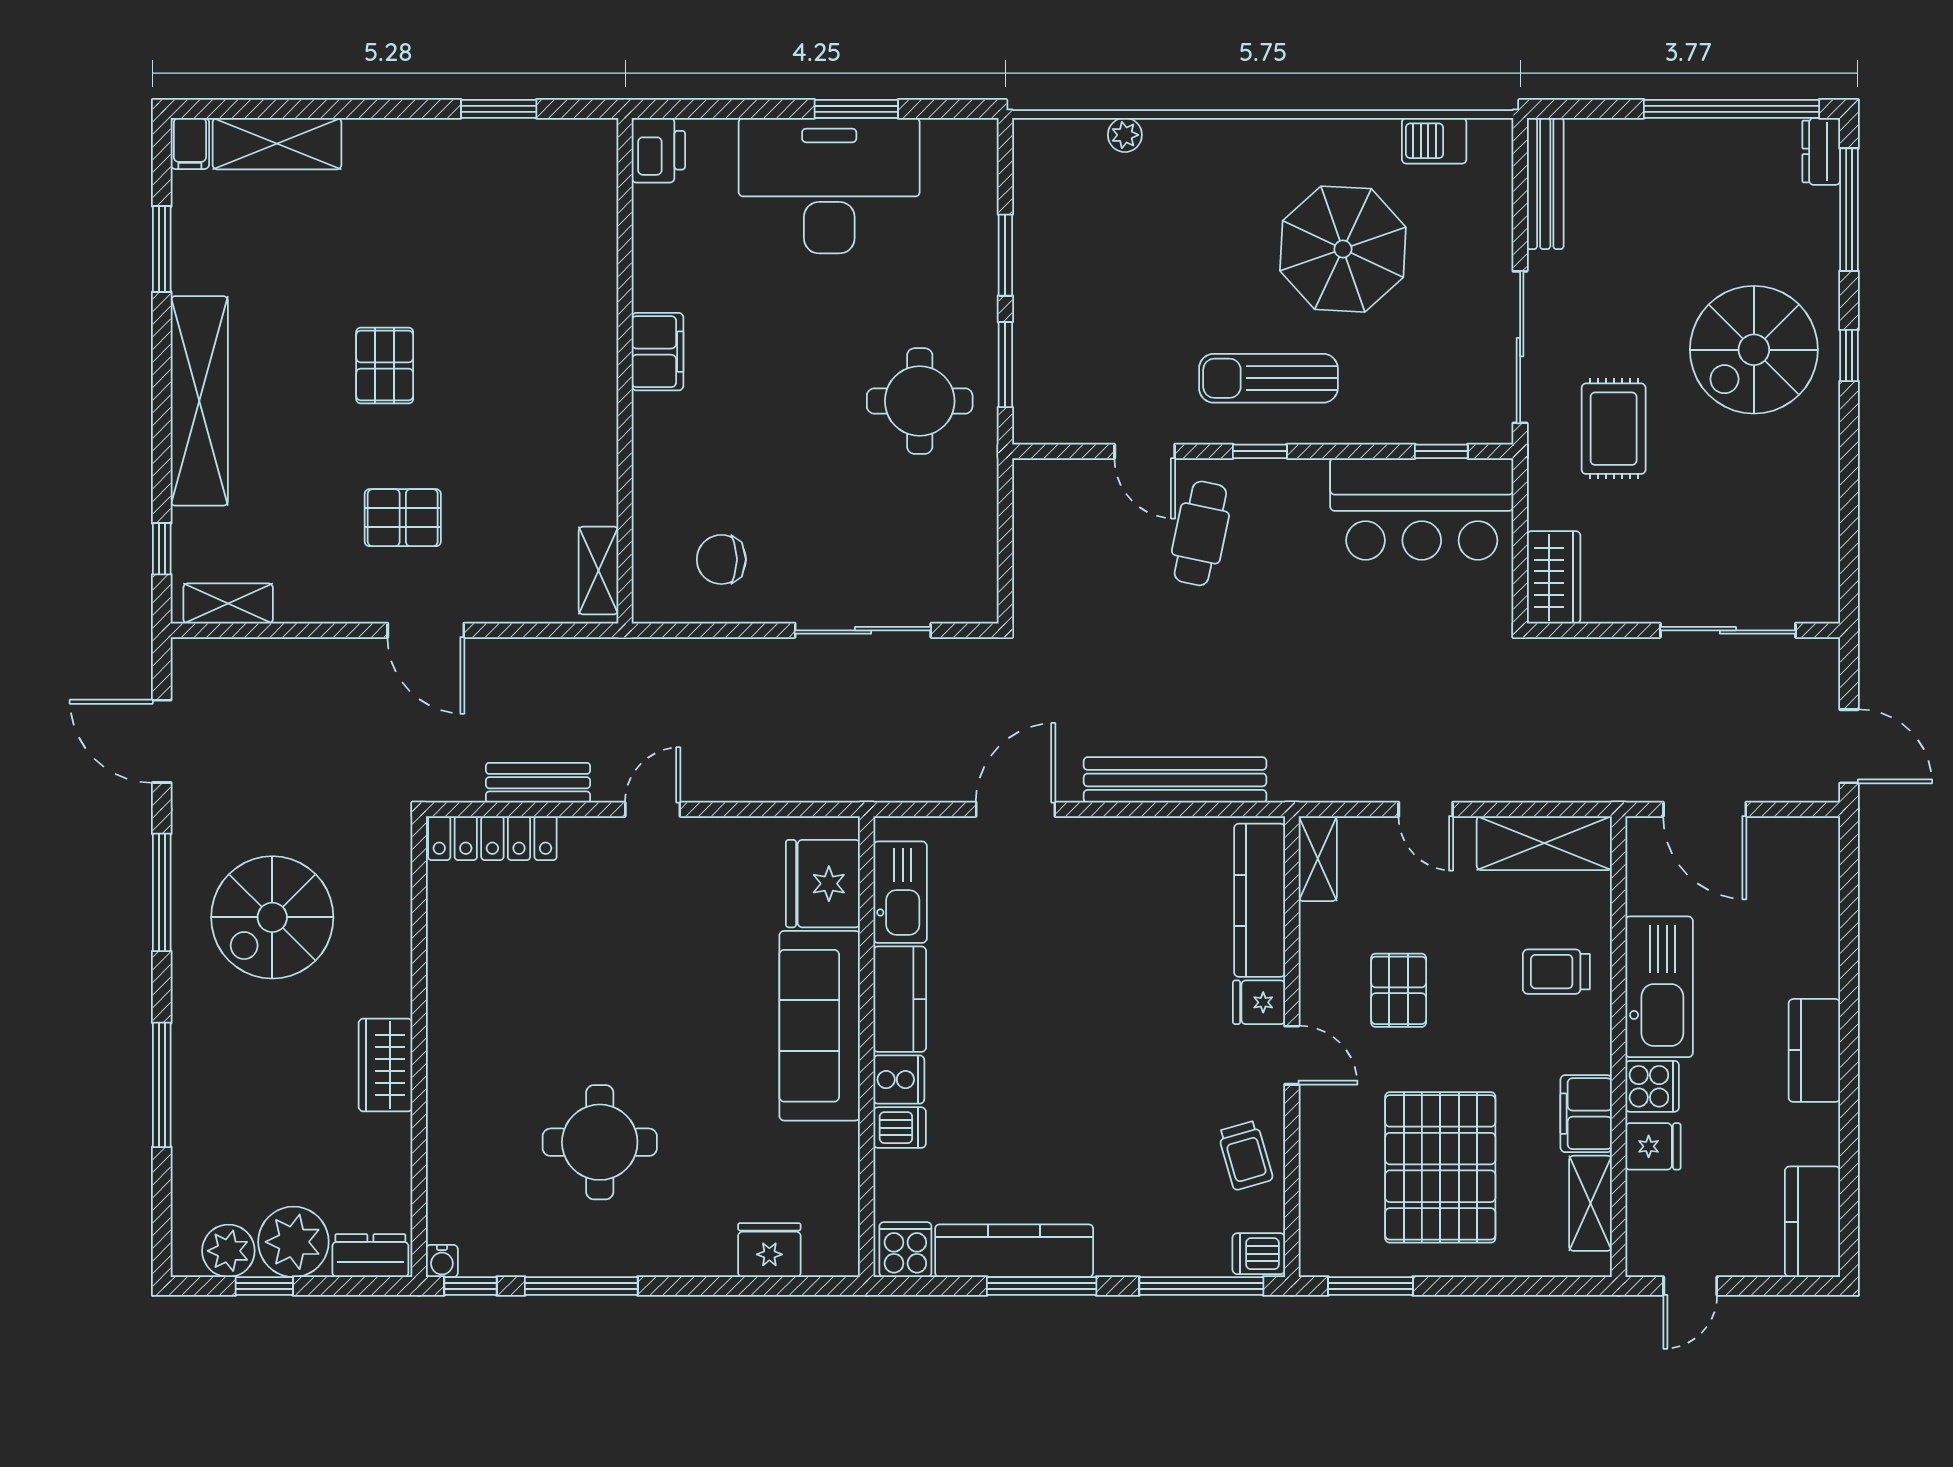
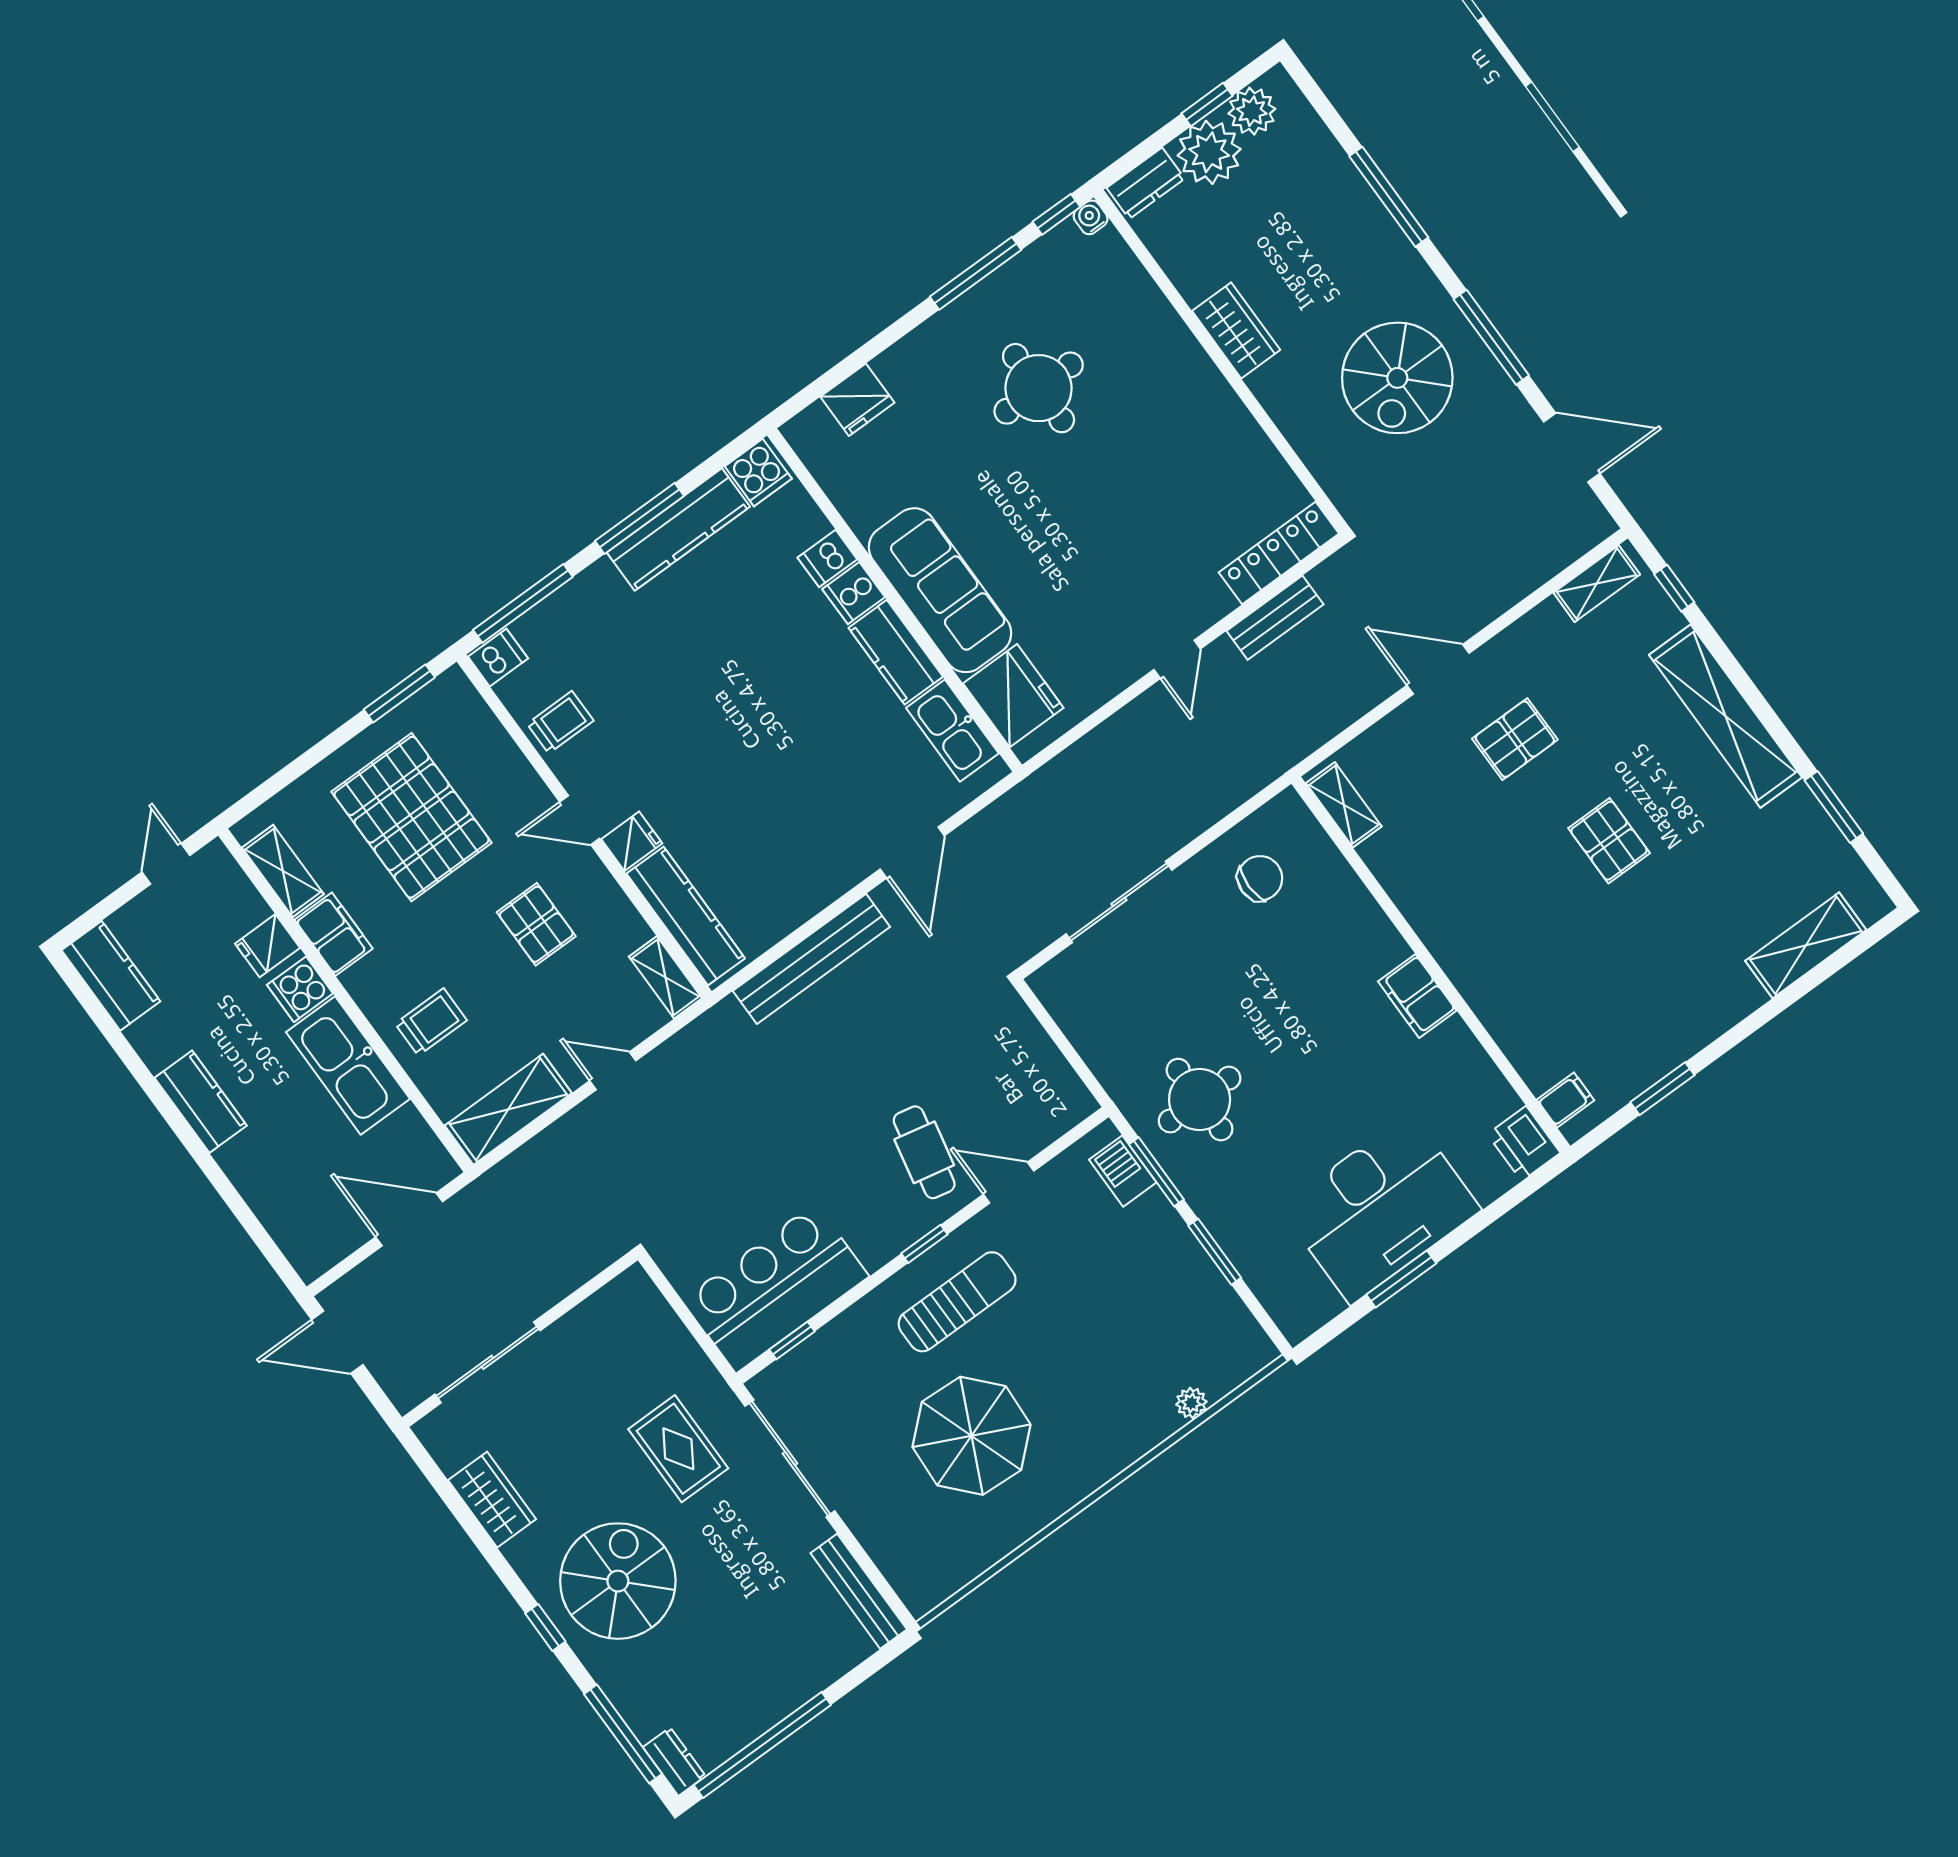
barbecue: (1434, 141) -> (1123, 1171), moved, turned -90
filing cabinet: (190, 143) -> (1566, 1100), moved, turned 90
wardrobe: (1554, 577) -> (492, 1500), moved, turned 180
spiral stairs: (272, 917) -> (1397, 378), turned 180
trolley: (1245, 1155) -> (560, 722), turned 106

